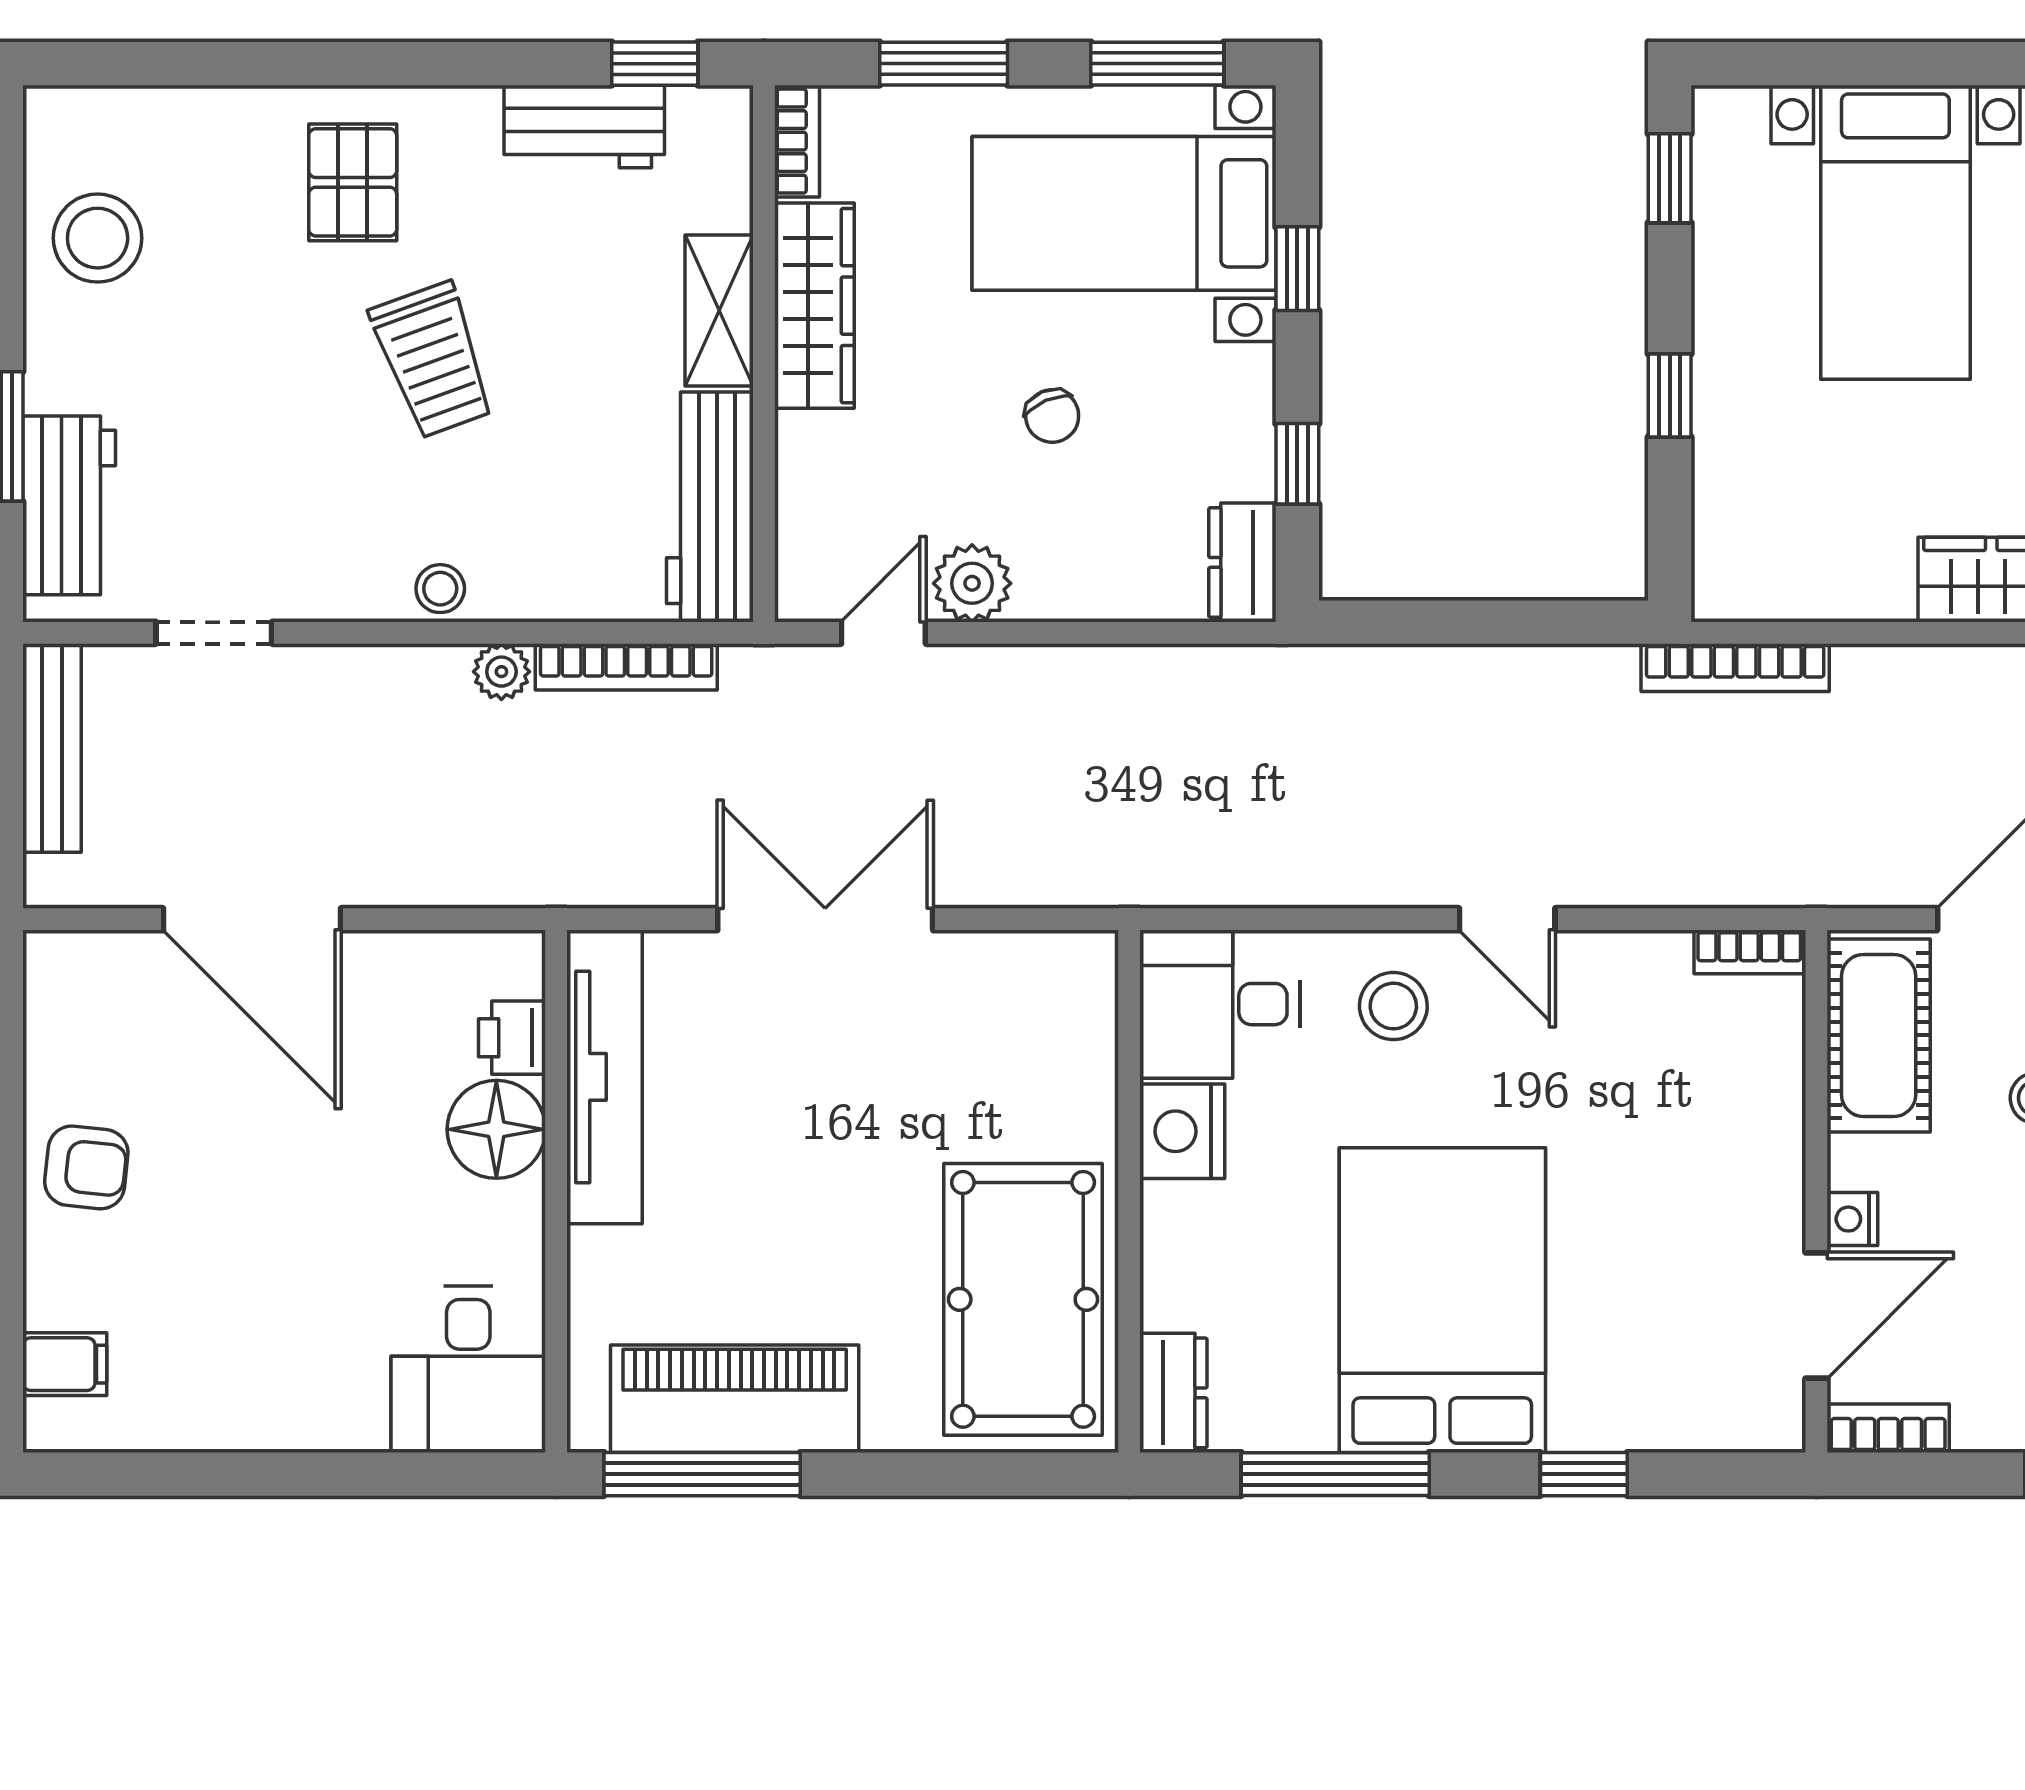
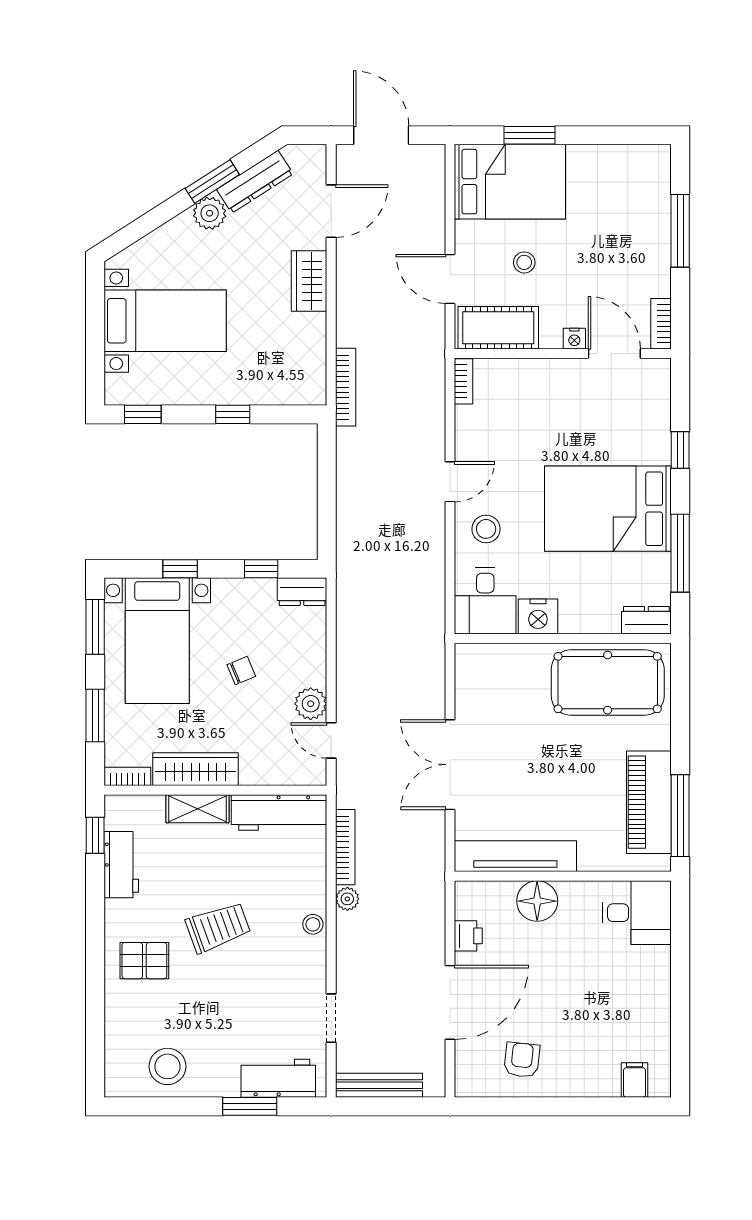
printer: (512, 1038) -> (468, 936), moved, turned -90
armchair: (86, 1167) -> (522, 1060), moved

